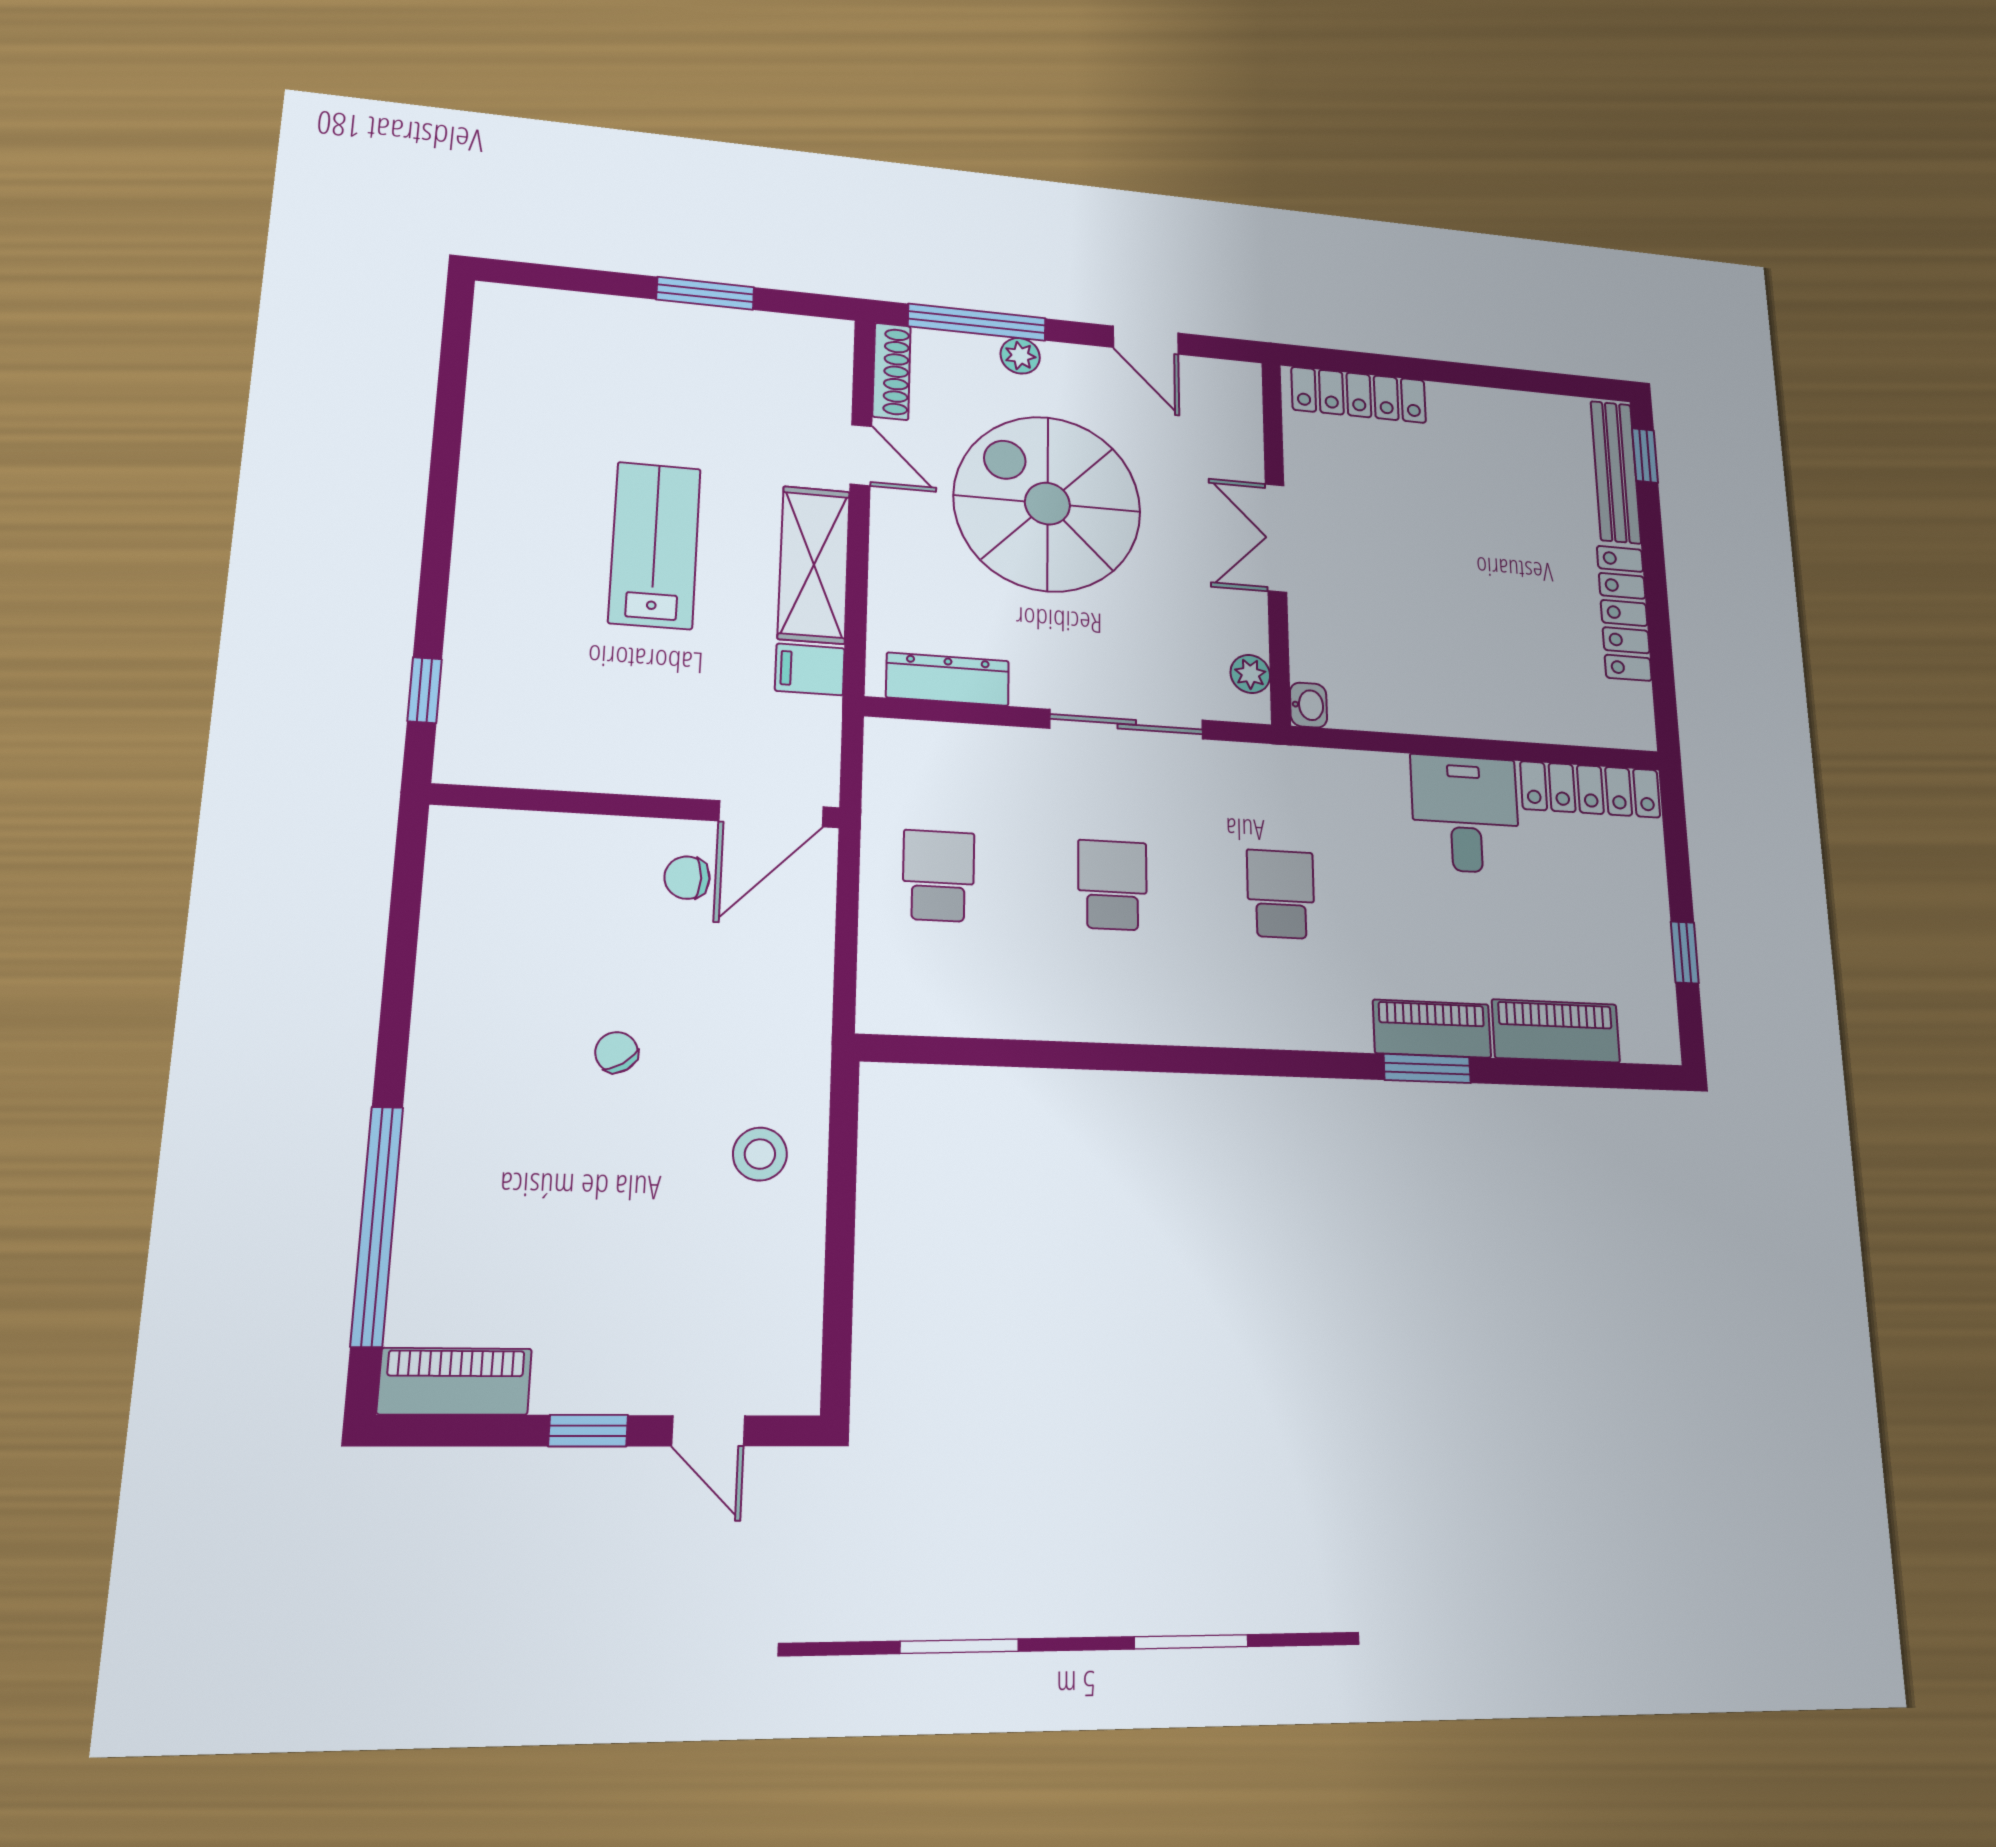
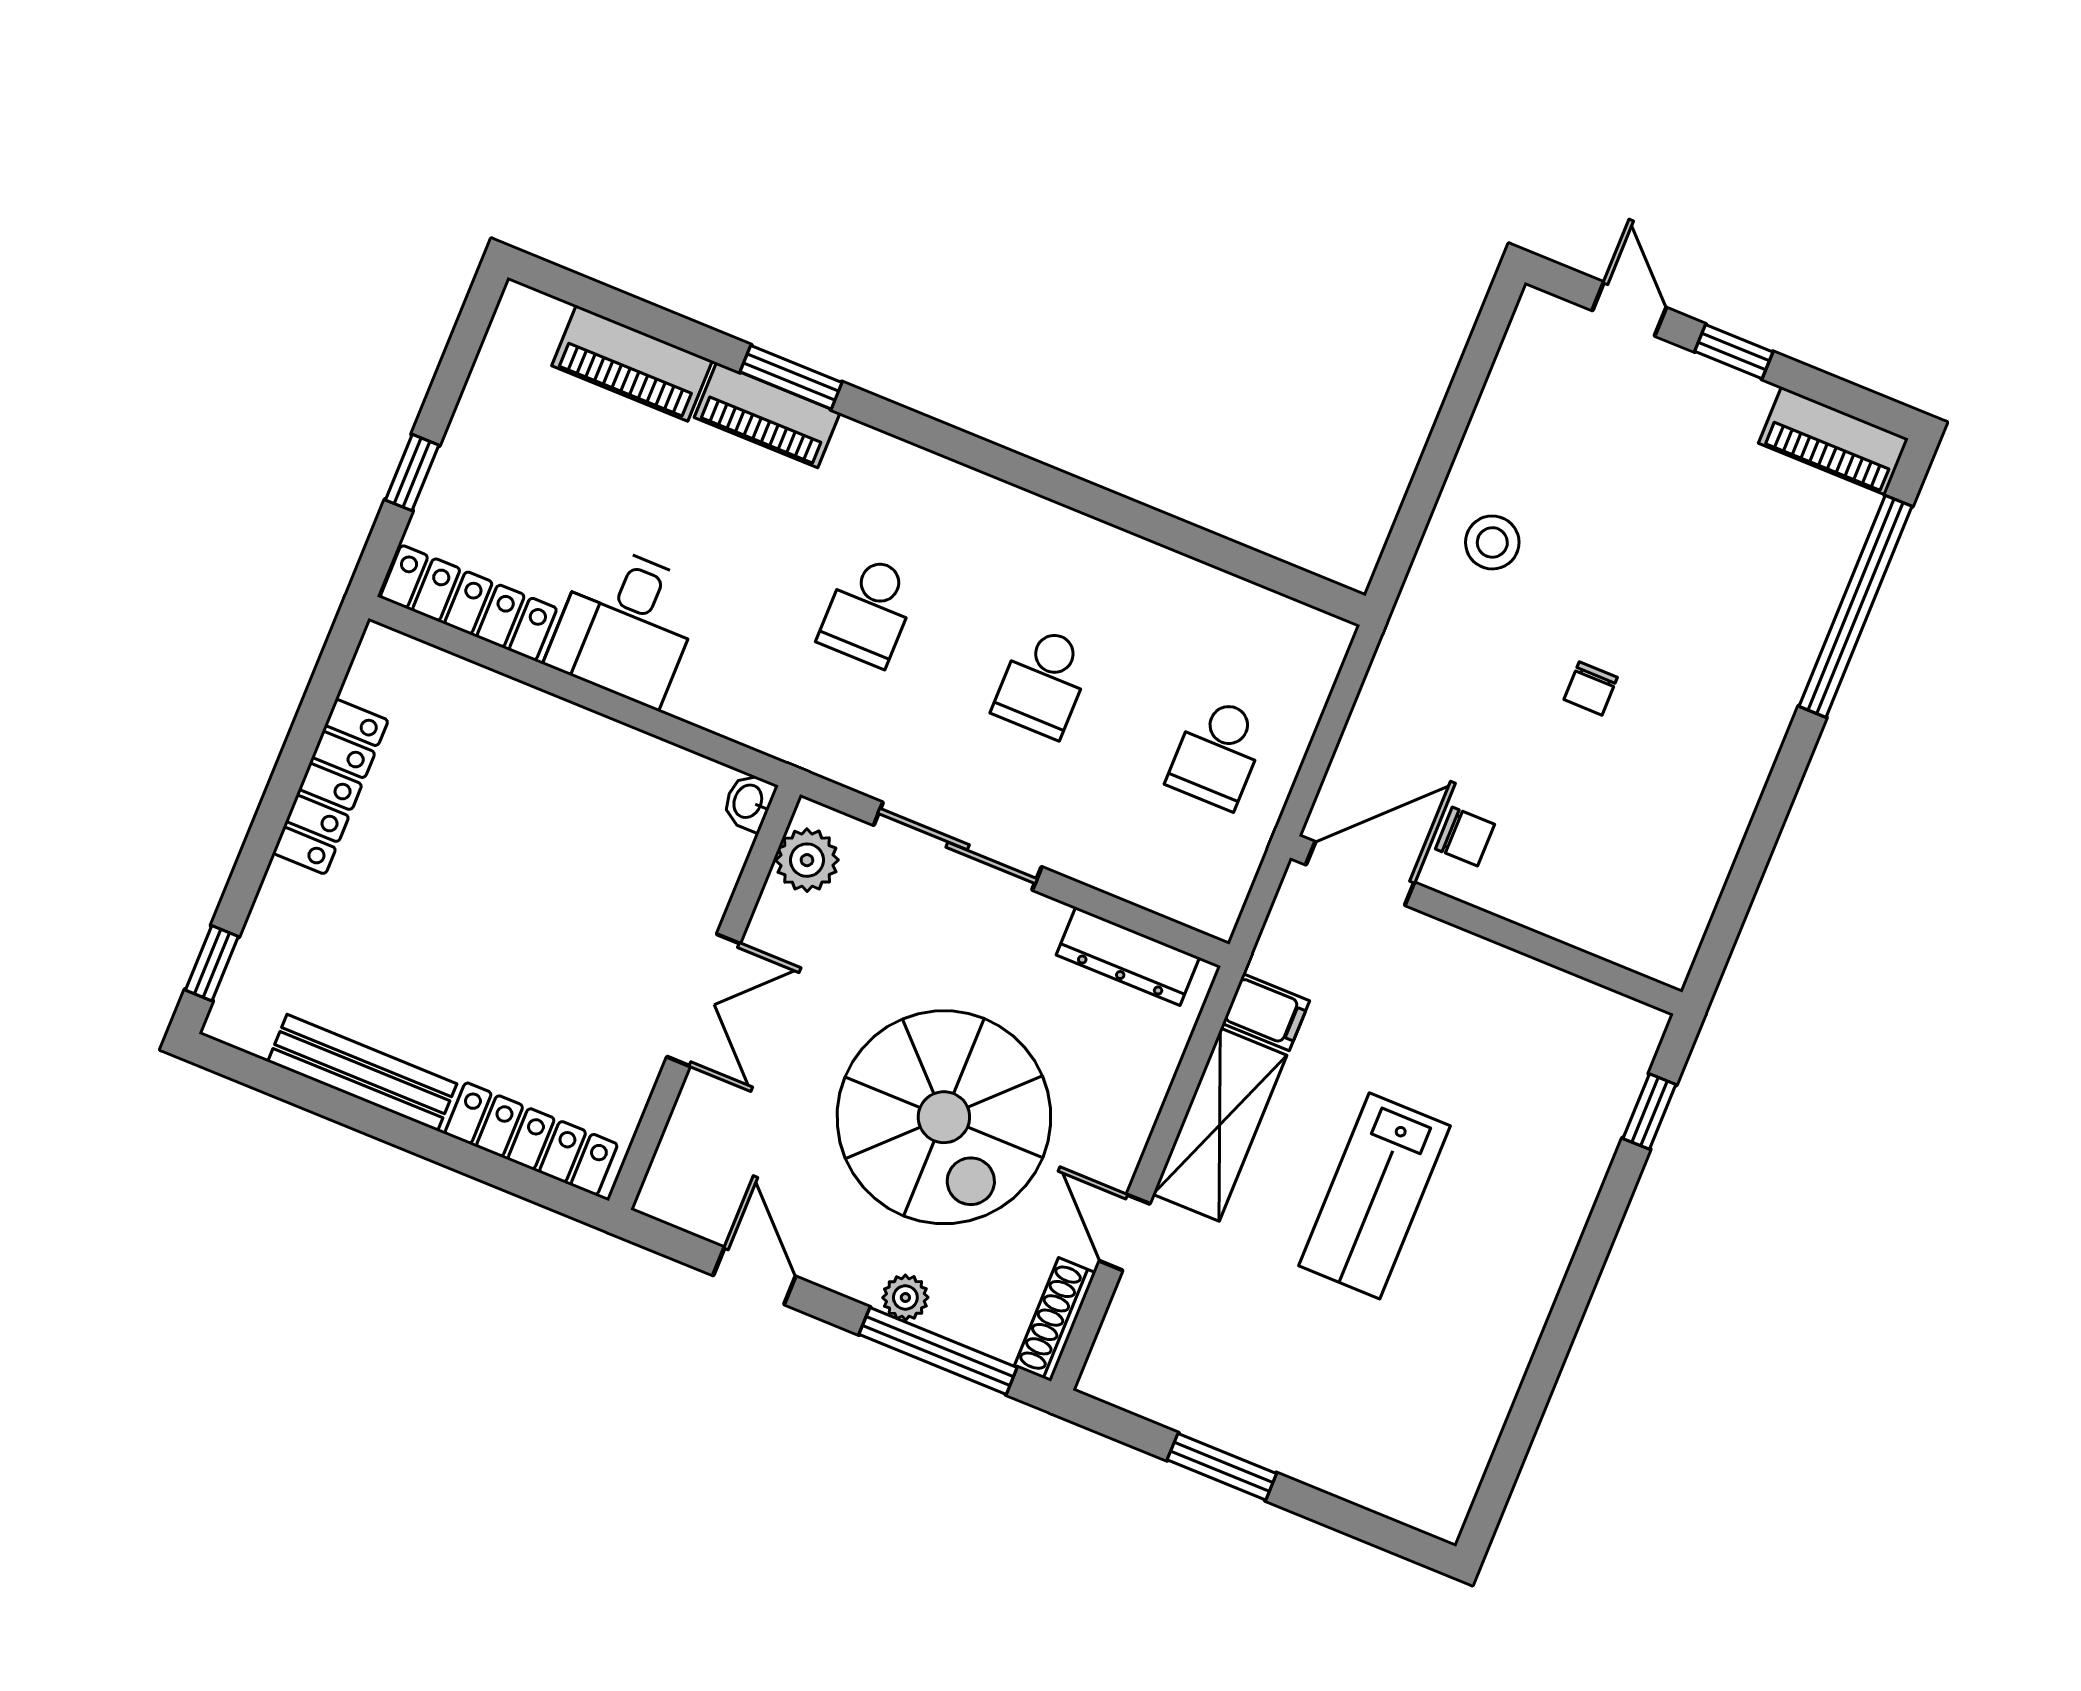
bench: (1616, 472) -> (362, 1073), moved, turned 90
plant: (1250, 674) -> (807, 860), width x1.38, depth x1.38
window: (1685, 952) -> (412, 473), moved
chair: (616, 1052) -> (1591, 688), turned 33

